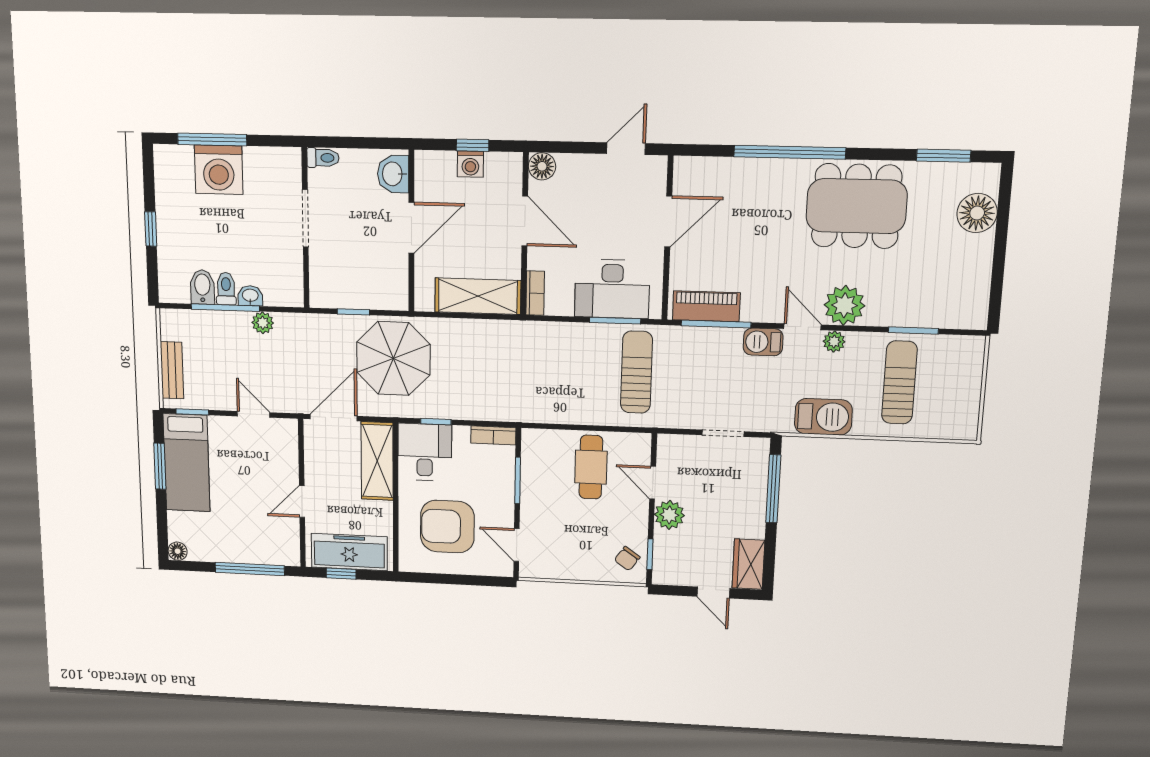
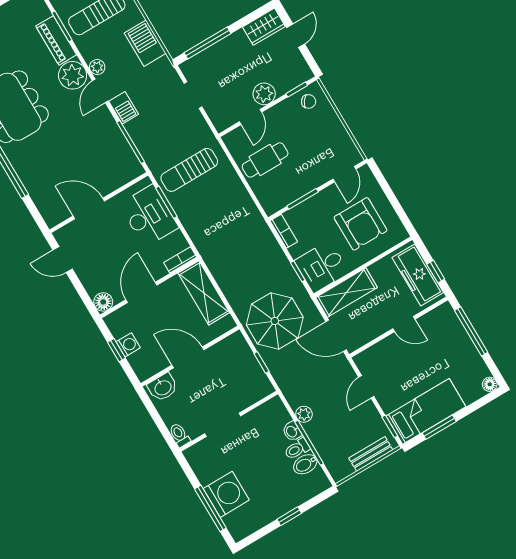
piano: (706, 306) -> (56, 40), moved

